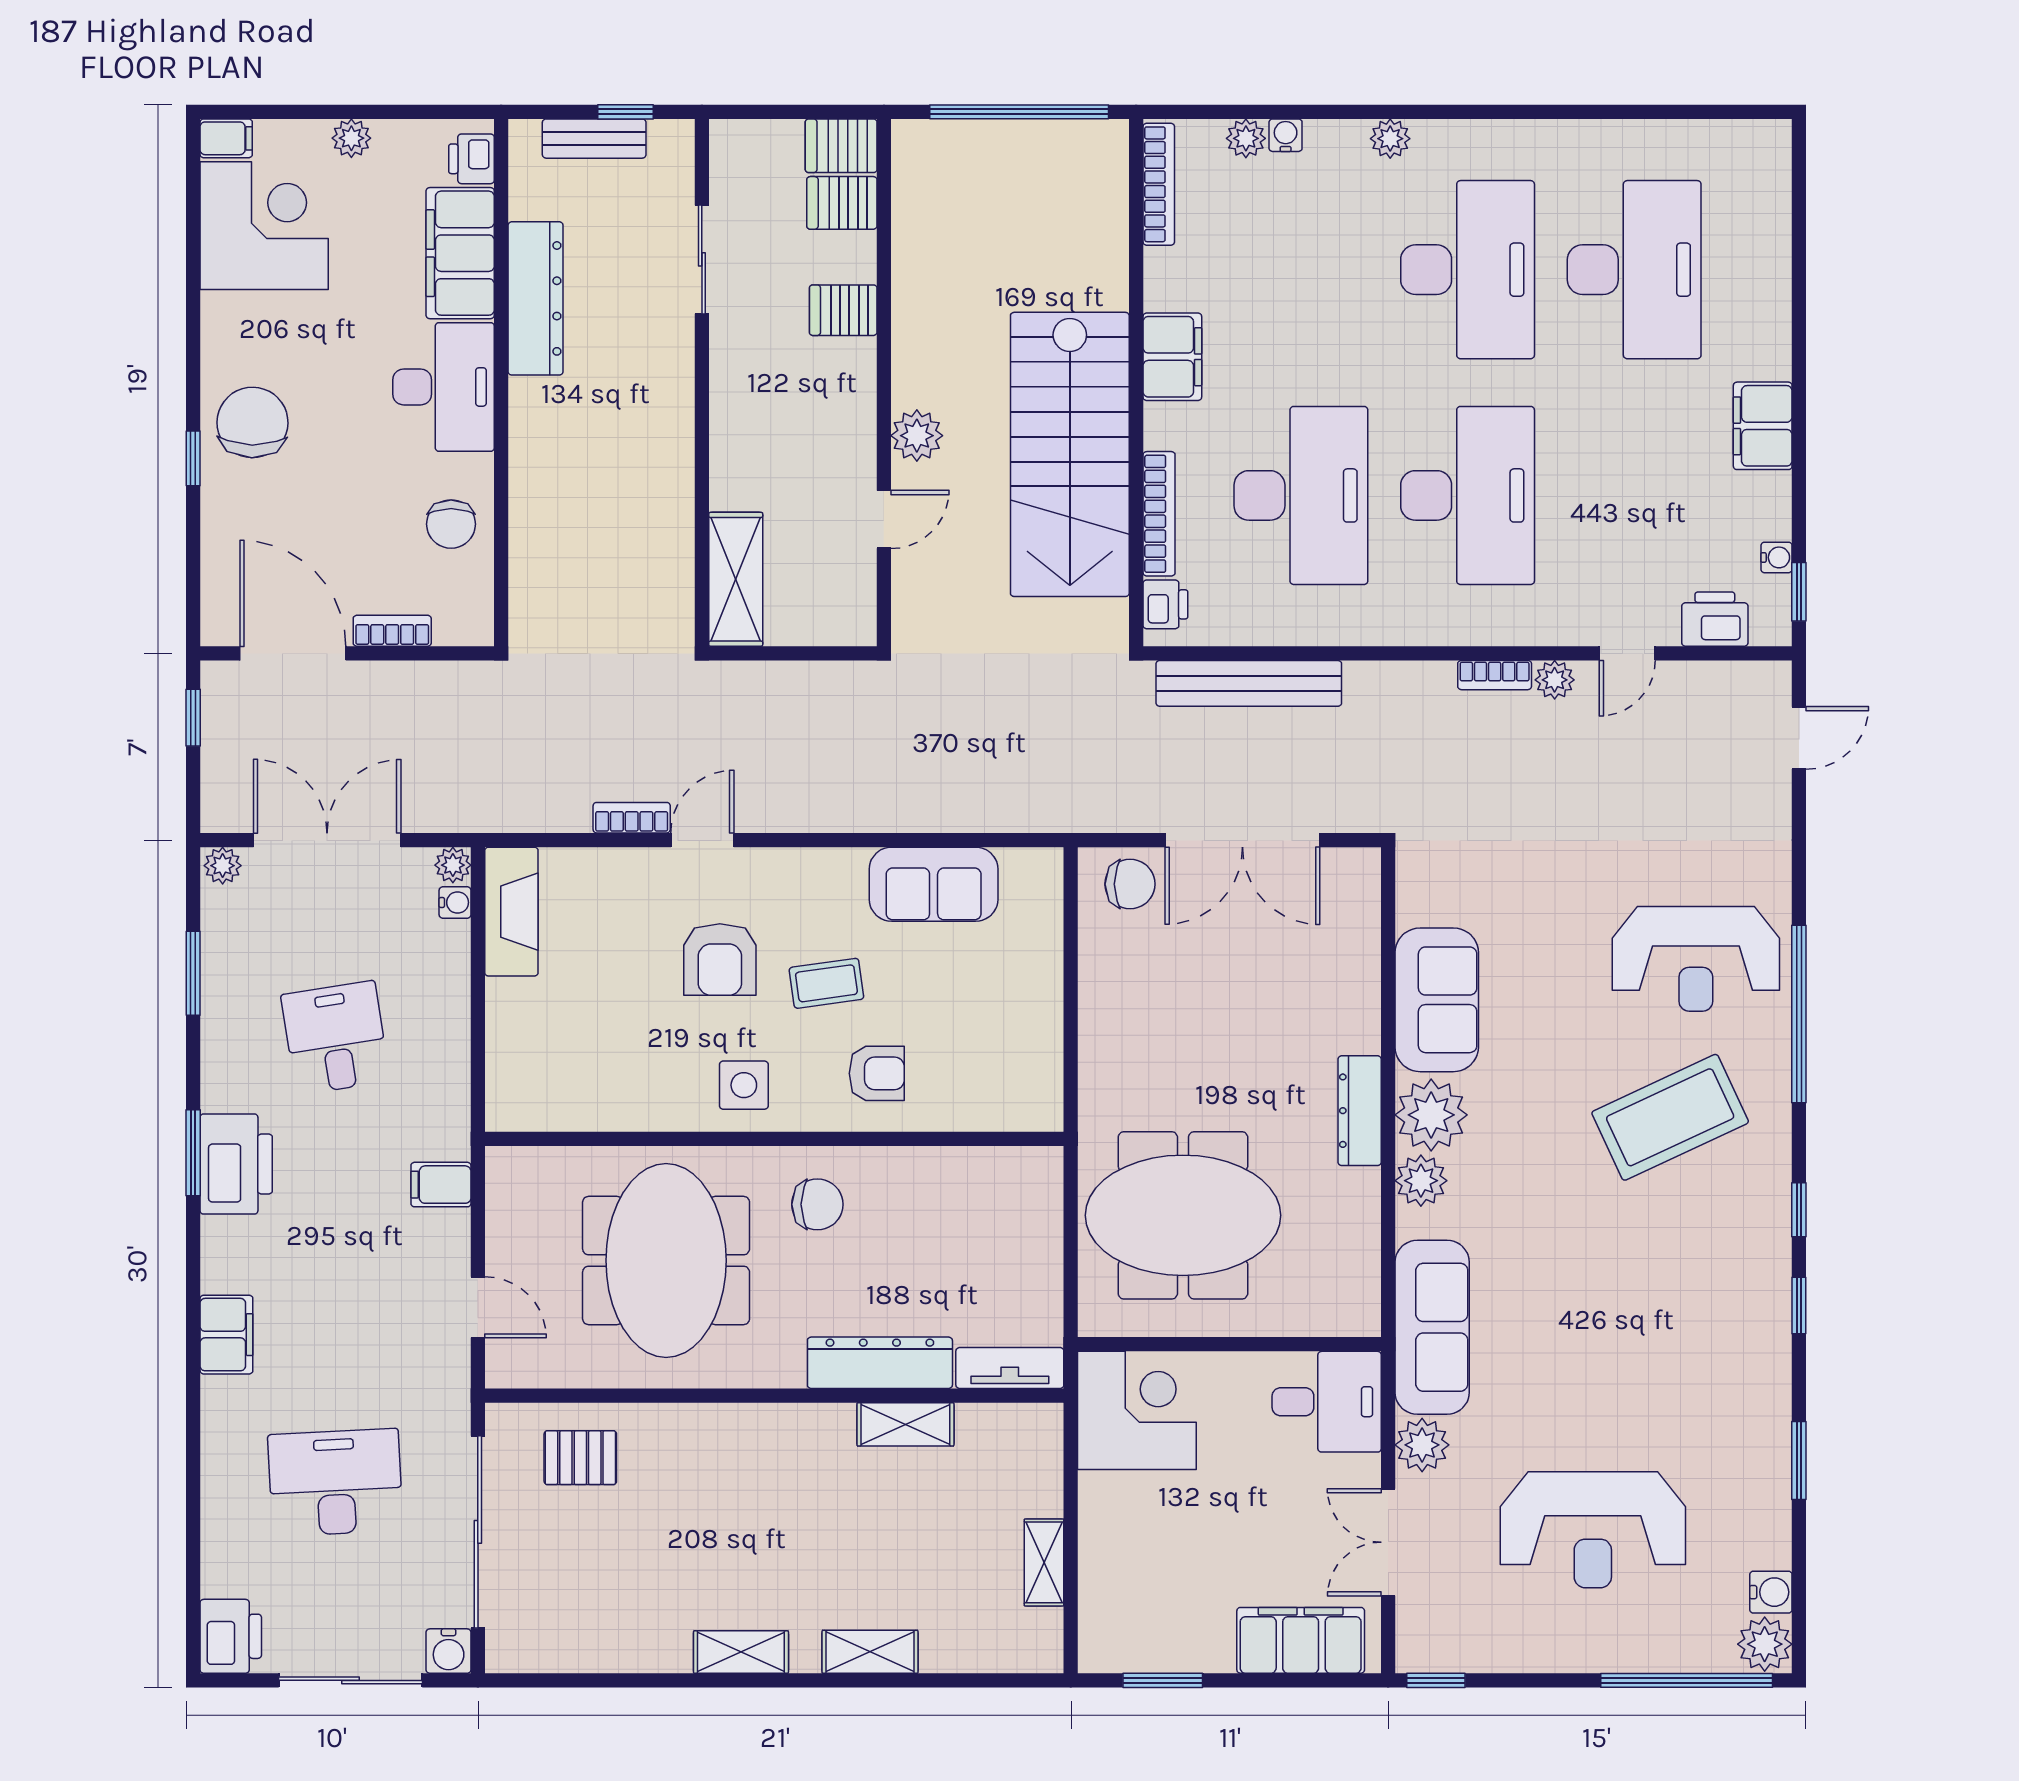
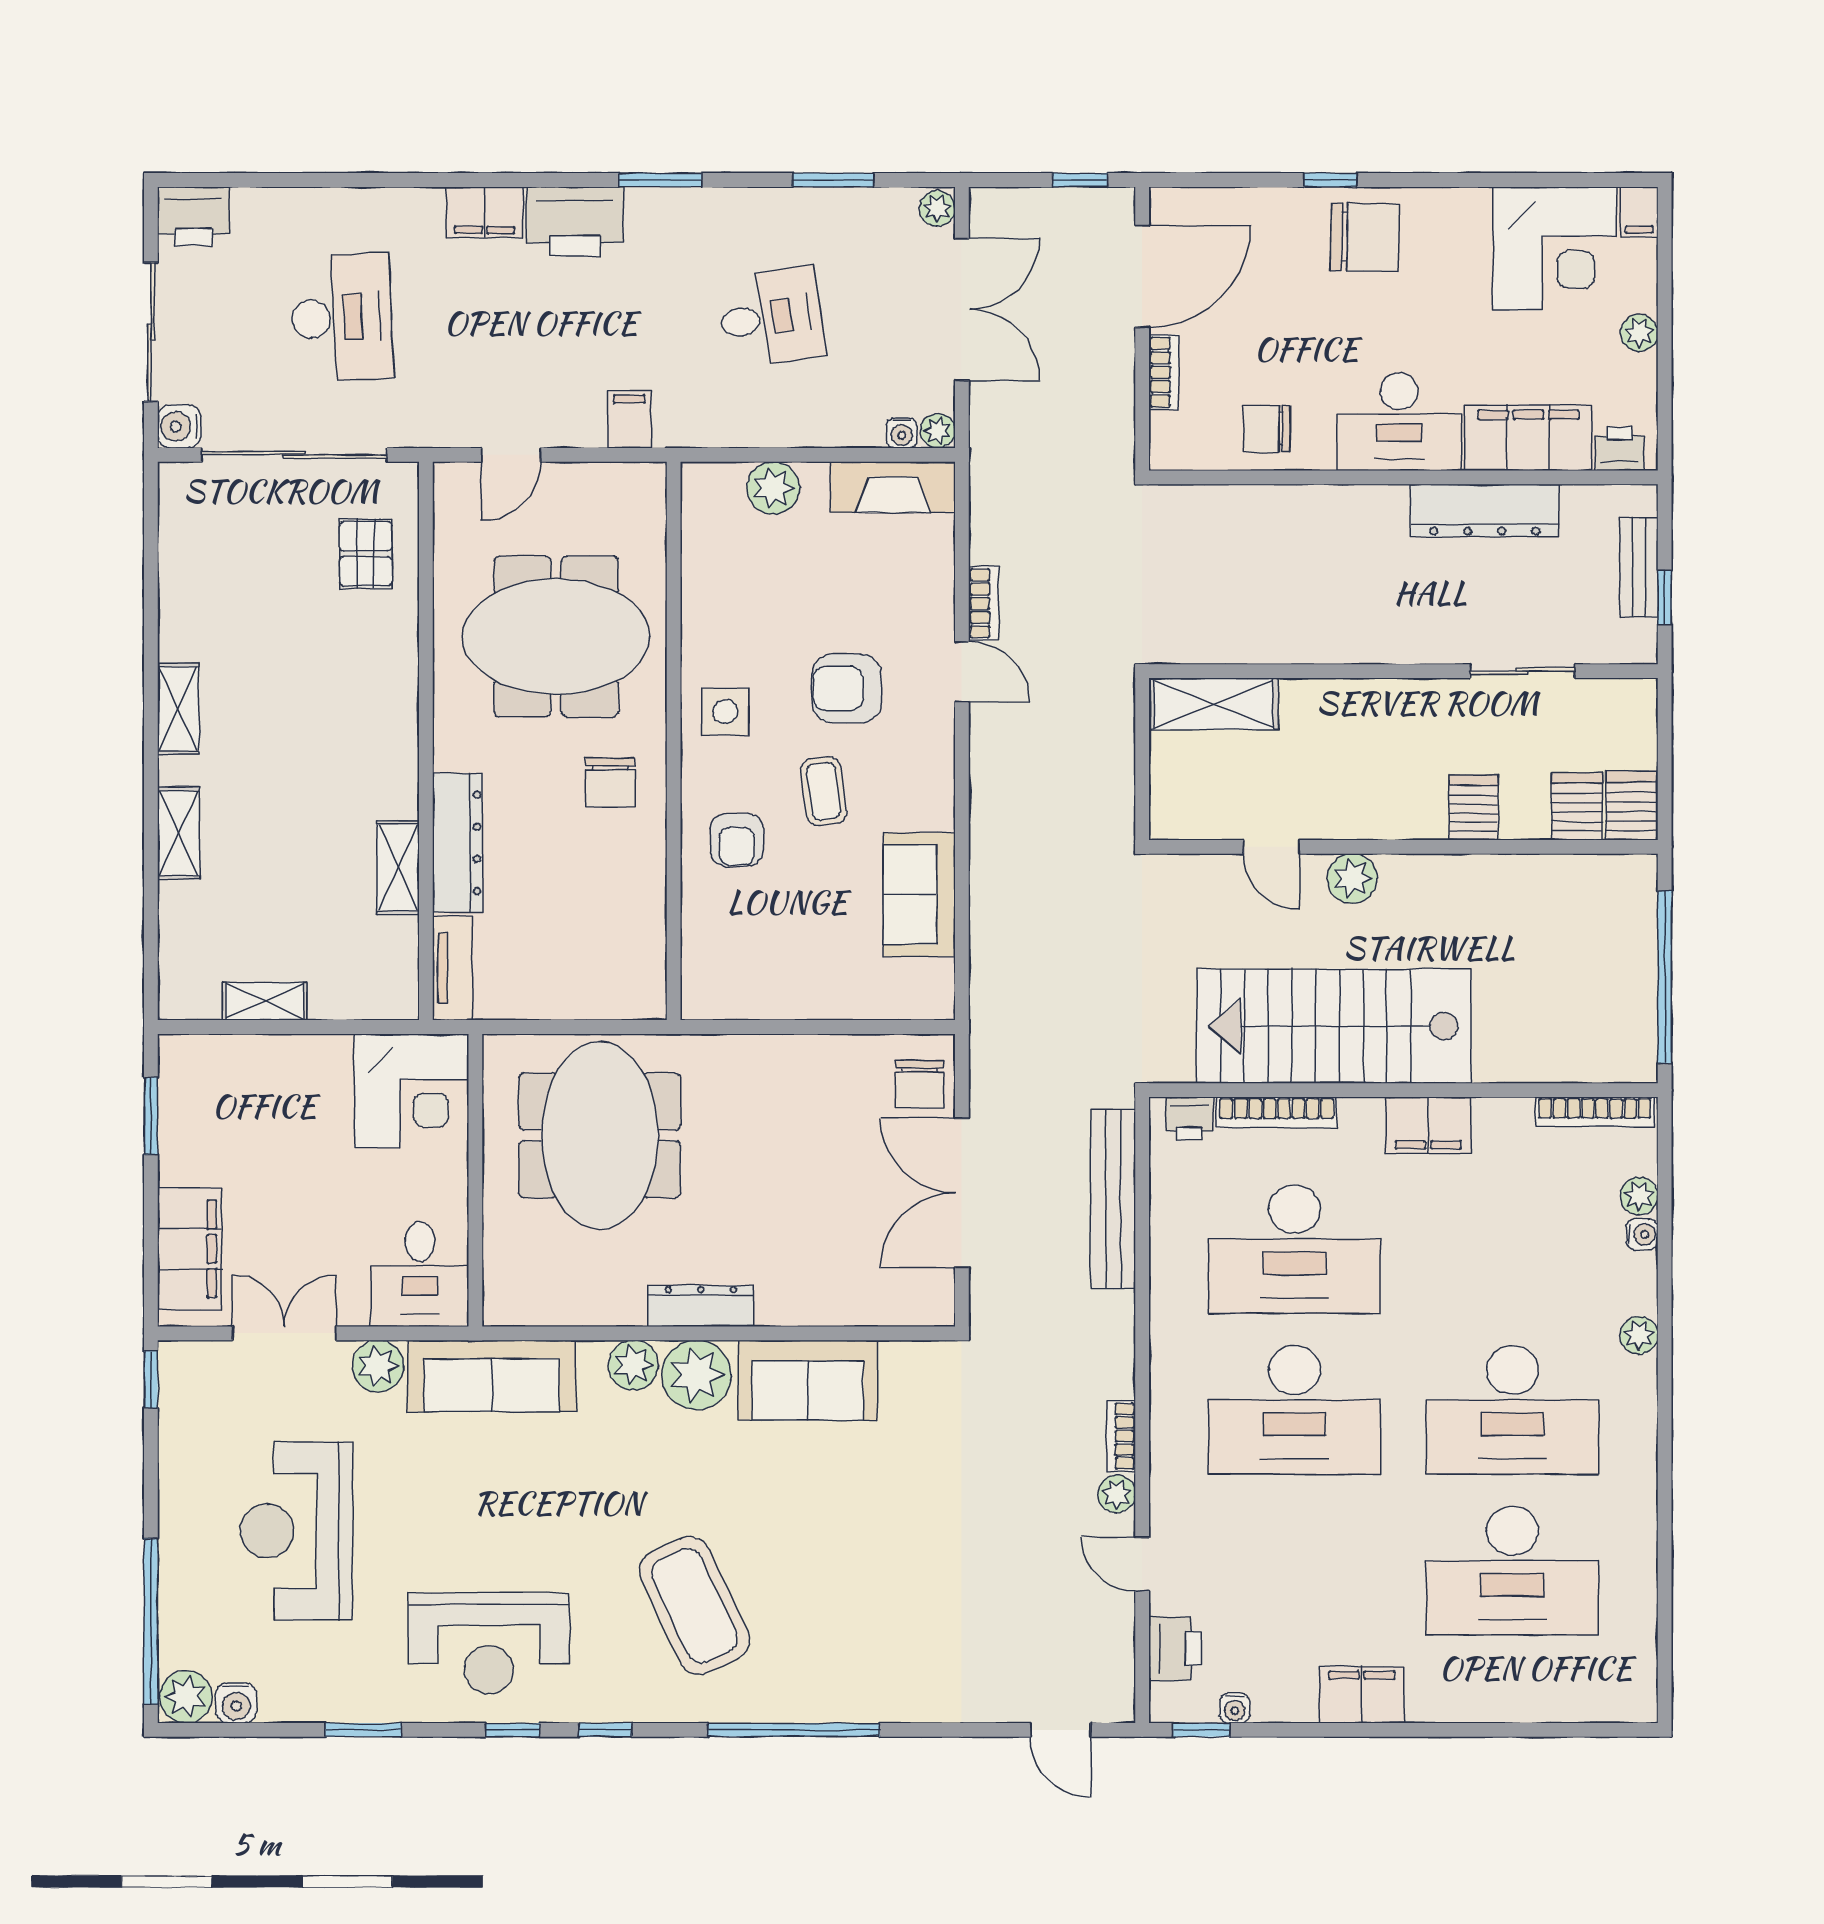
reception desk: (1696, 959) -> (489, 1643), moved, turned -90
plant: (512, 1036) -> (773, 488), added
printer: (236, 1164) -> (575, 222), moved

